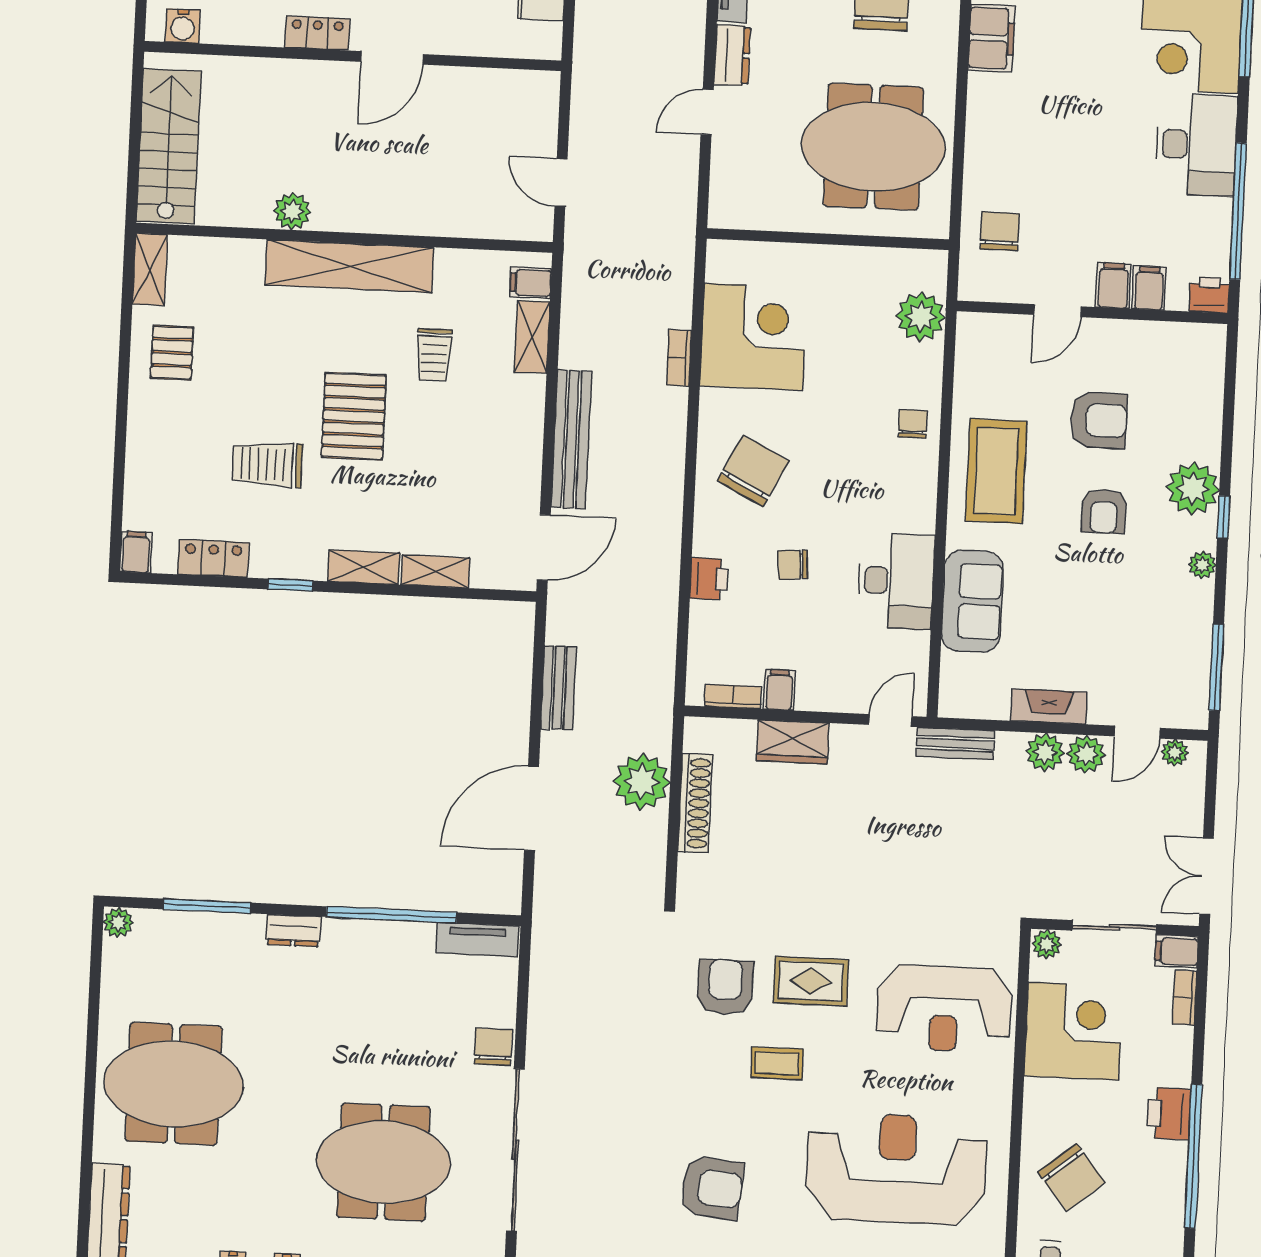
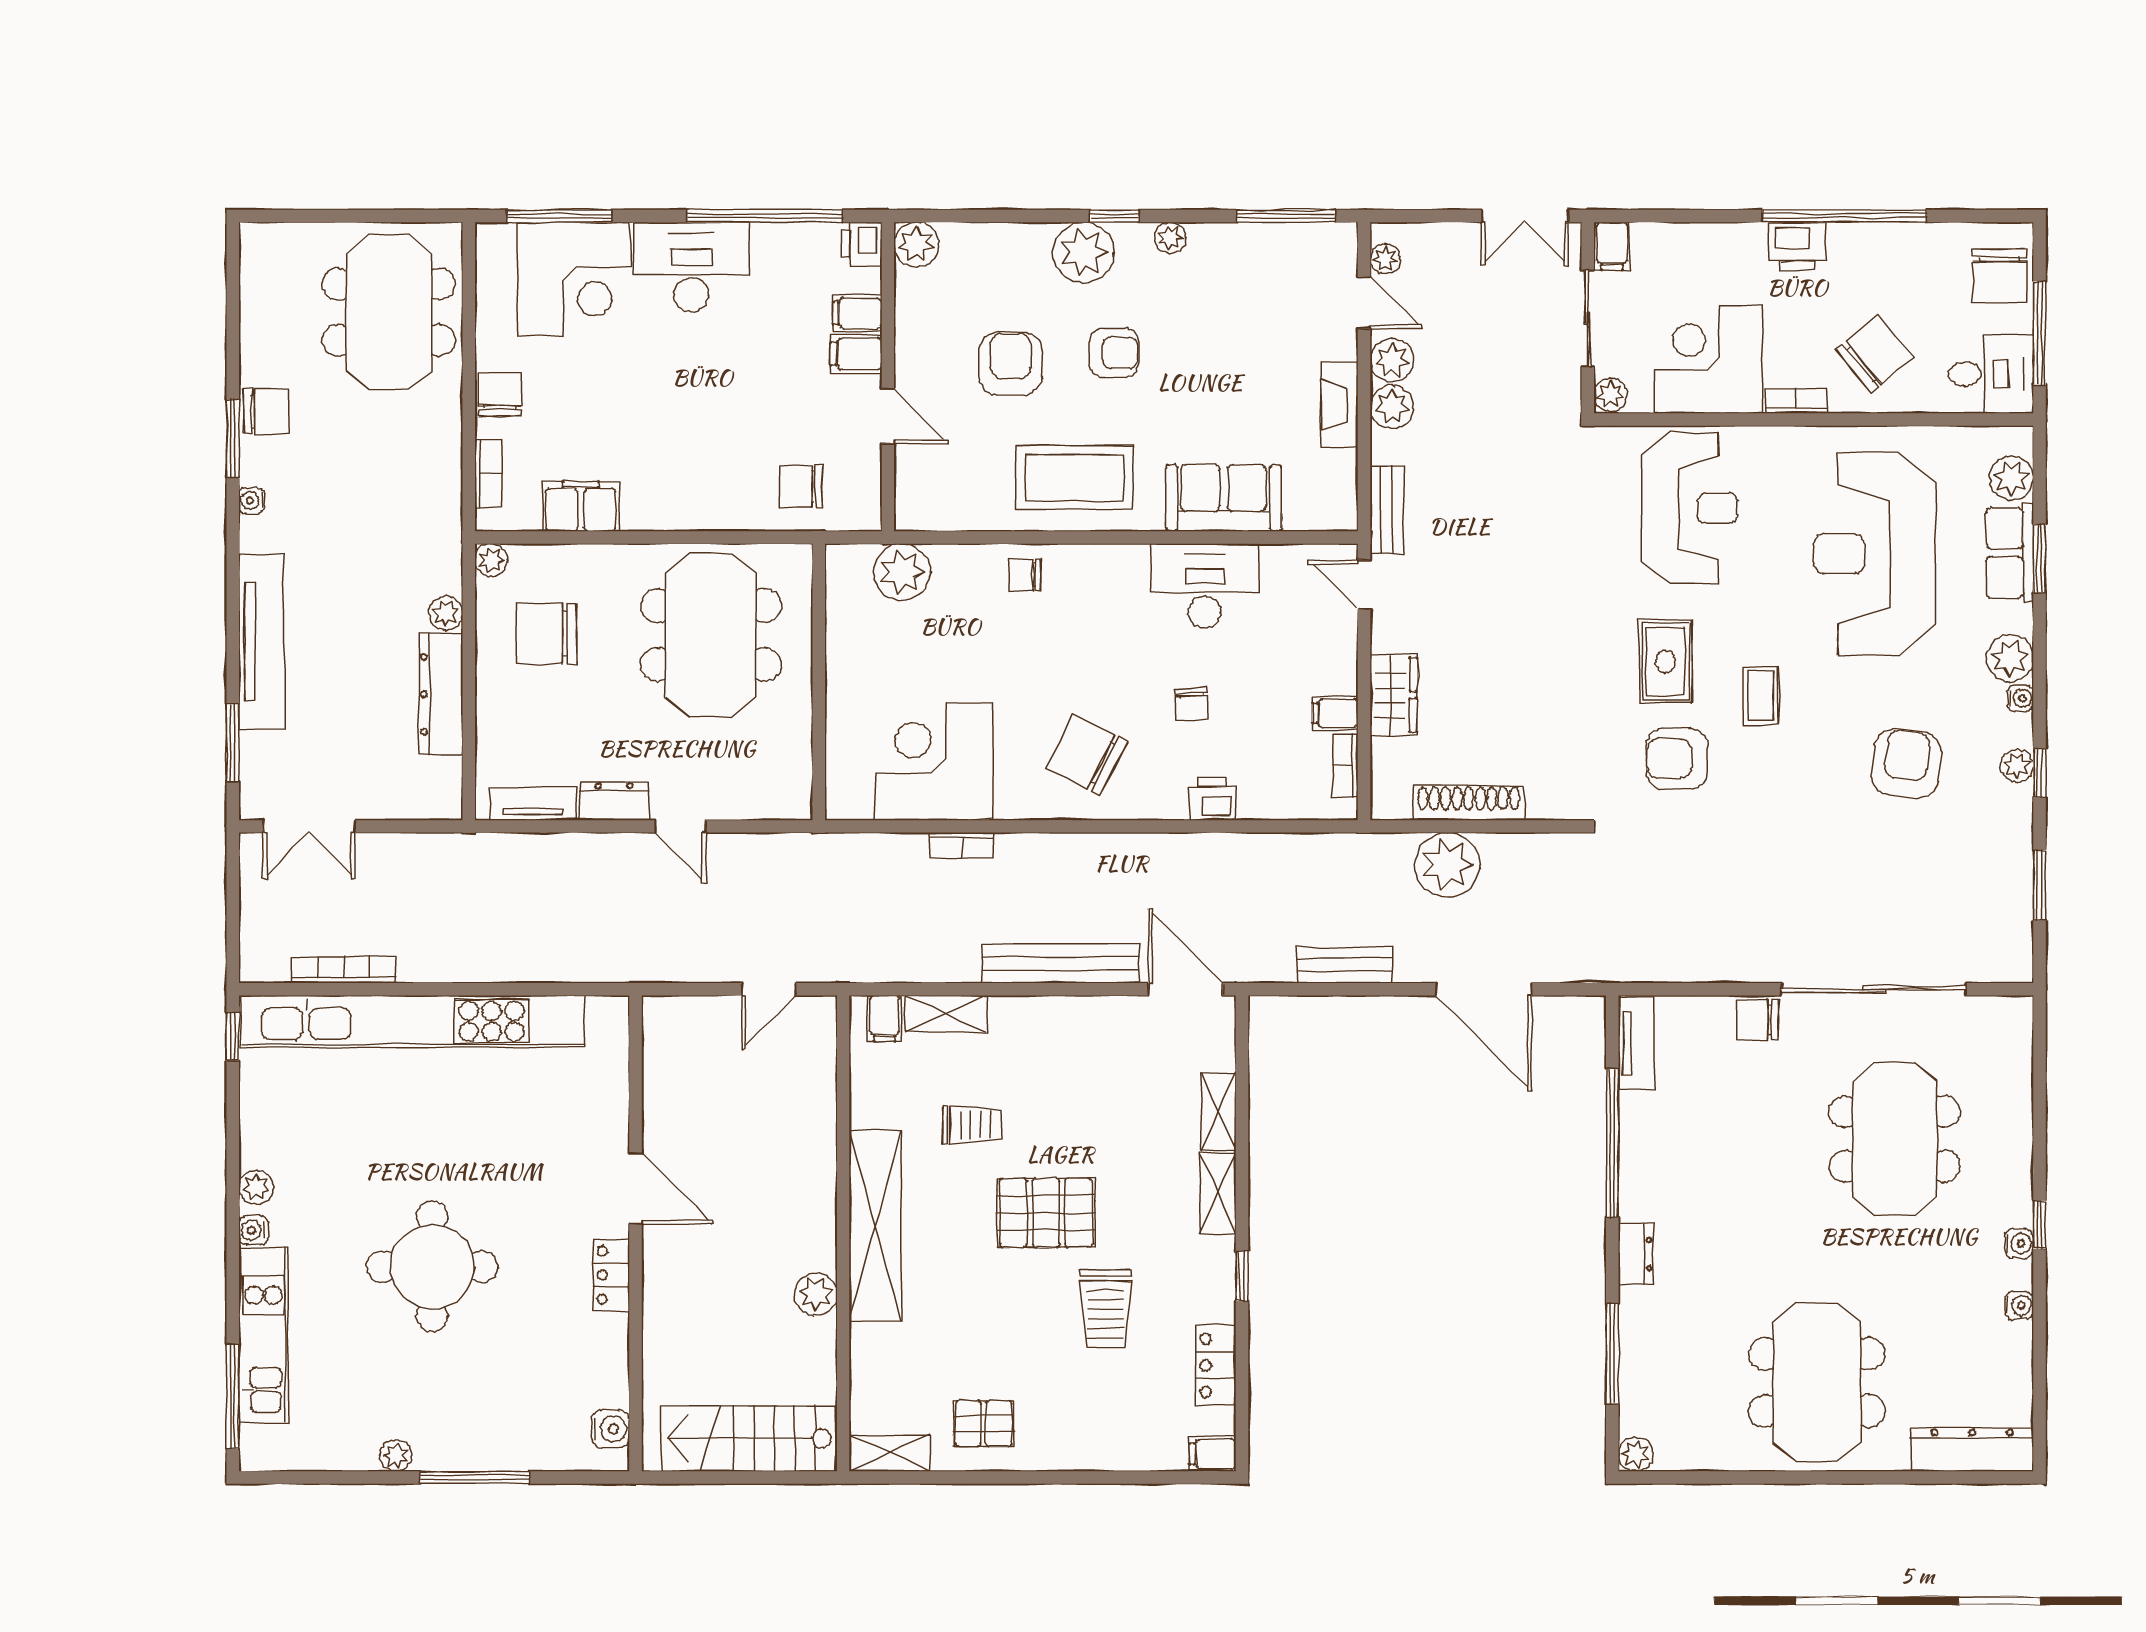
plant: (1207, 343) -> (917, 245), added
bookcase: (1185, 998) -> (1796, 401), moved, turned 180

